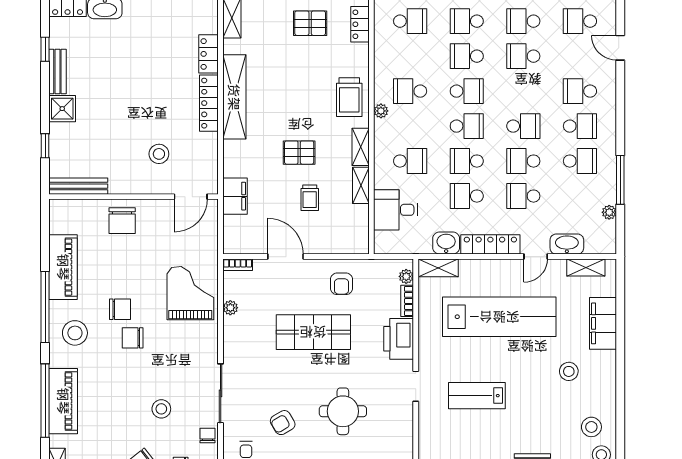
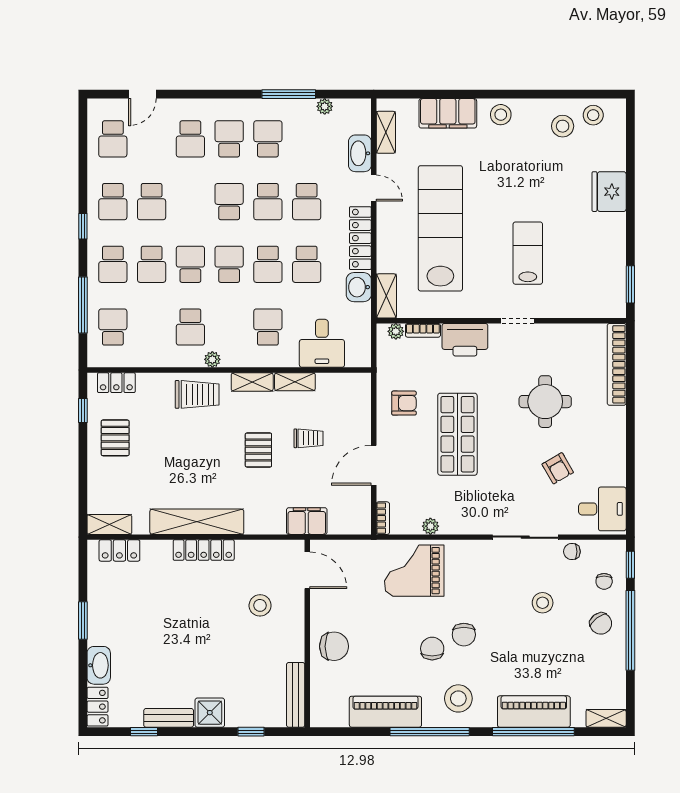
locker: (209, 54) -> (119, 550), moved
stool: (569, 371) -> (501, 115), moved
lab bench: (477, 396) -> (528, 253), turned 180

